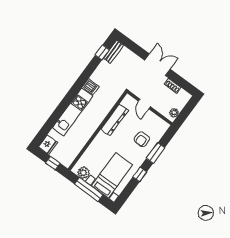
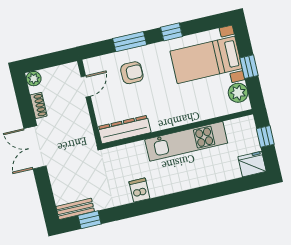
door: (144, 104) -> (86, 86), moved
kitchen unit: (73, 112) -> (186, 141), moved, turned 180
plant: (174, 113) -> (34, 79), moved
dresser: (115, 120) -> (124, 130), moved
window: (89, 190) -> (249, 67), width x0.46

